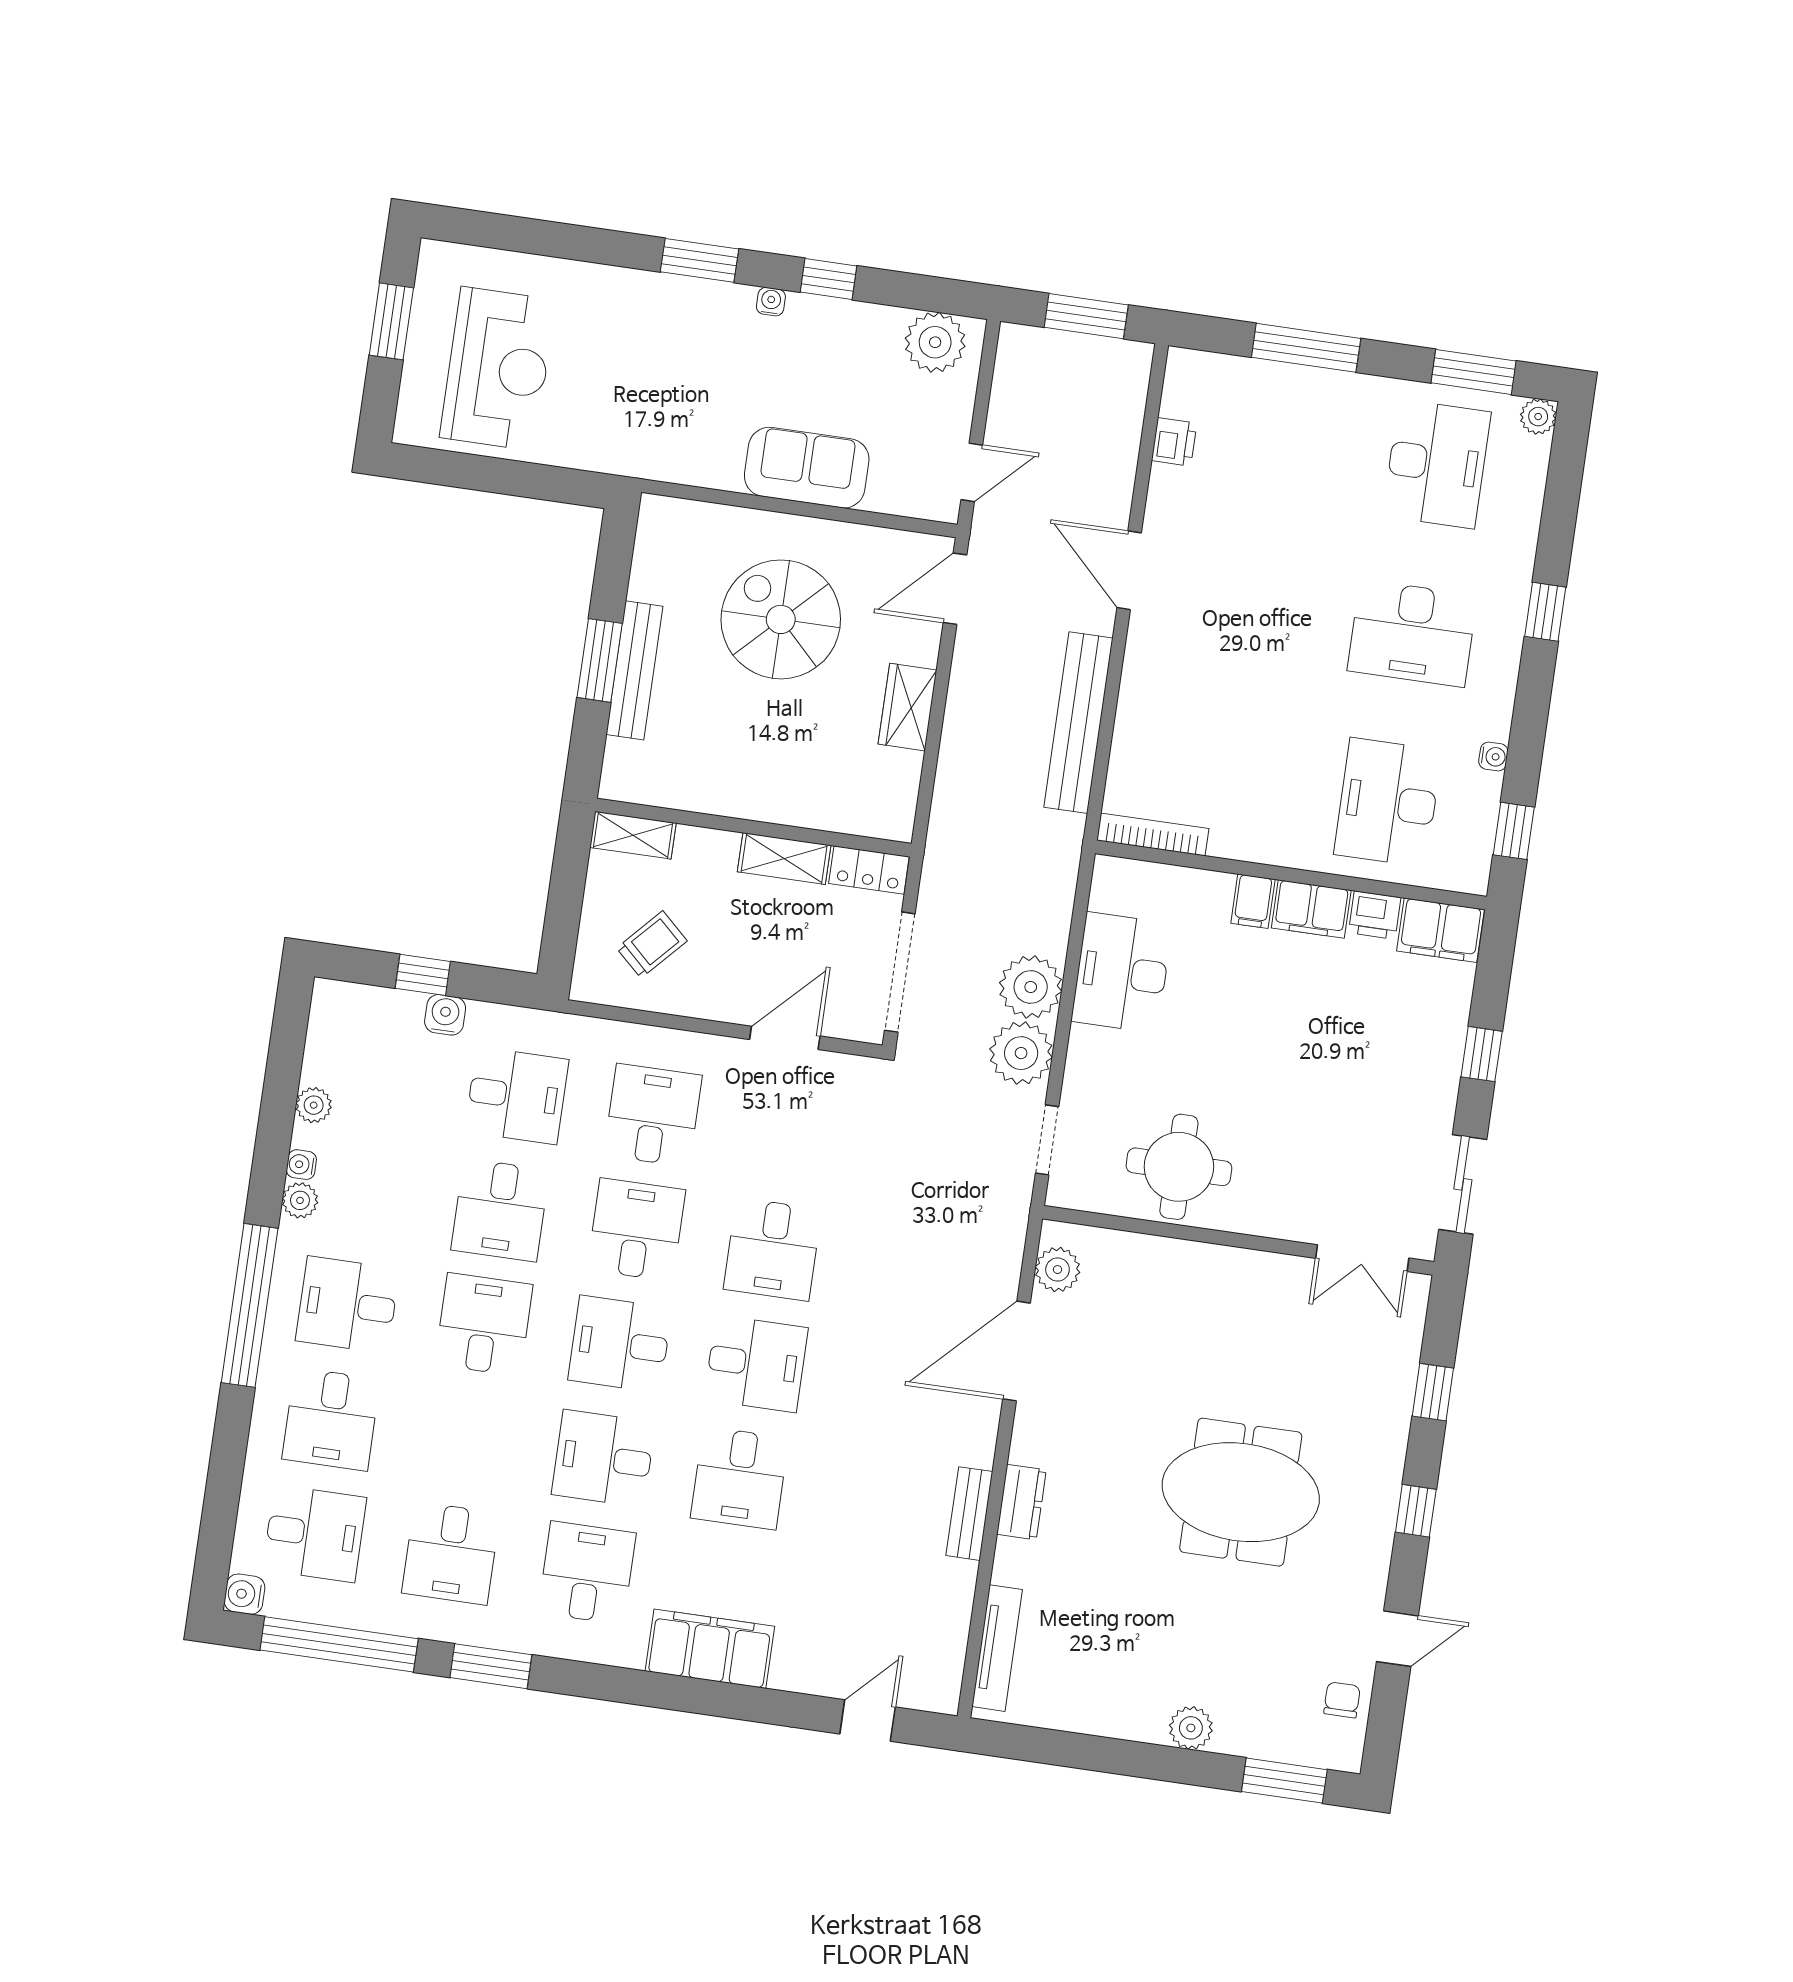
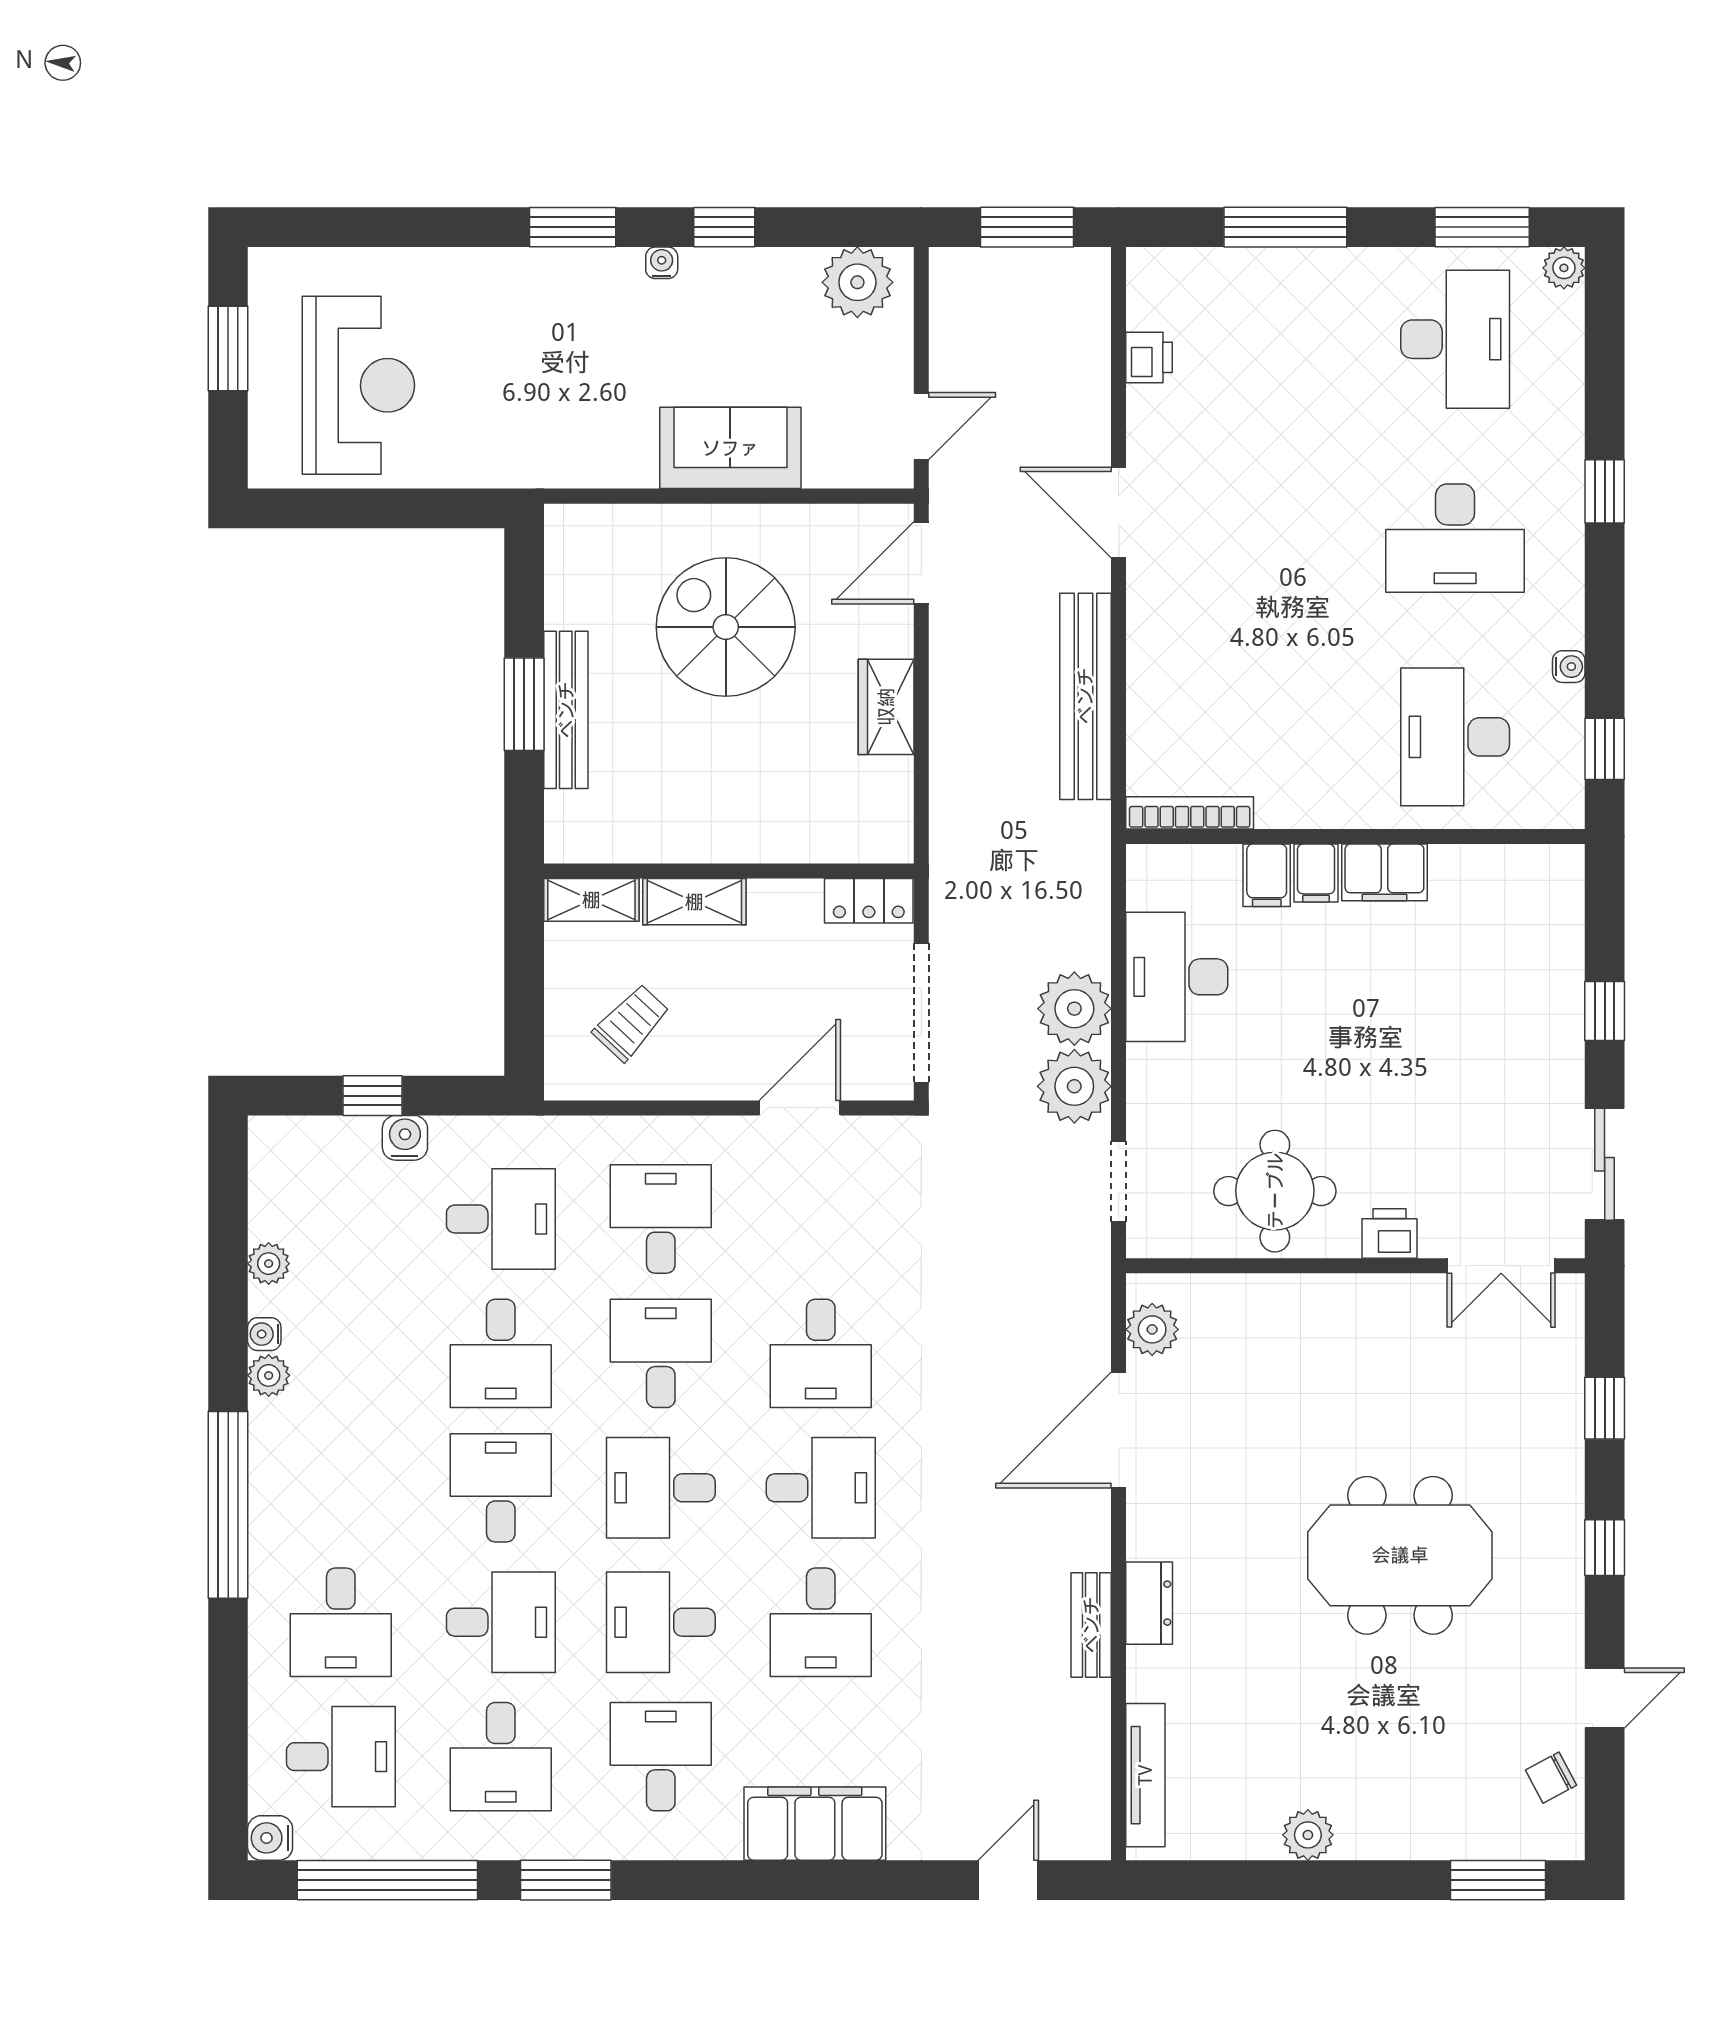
shelving: (784, 858) -> (694, 902), moved
printer: (1375, 915) -> (1389, 1234), moved, turned 180
filing cabinet: (1441, 930) -> (1267, 875), moved, width x0.50
desk: (348, 1305) -> (501, 1622), moved, turned 180
chair: (1342, 1700) -> (1551, 1778), turned -118
plant: (1191, 1728) -> (1308, 1835), moved

